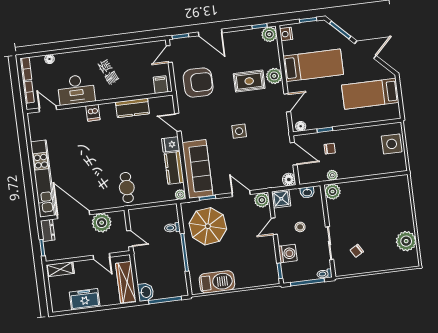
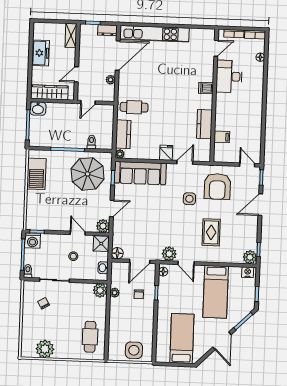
plant: (274, 76) -> (169, 254), moved
filing cabinet: (160, 85) -> (222, 137), moved
side table: (239, 131) -> (189, 199), moved
kitchen counter: (174, 168) -> (123, 134), moved, turned 90
cafe table: (385, 194) -> (90, 337), added
plant: (102, 223) -> (111, 80), width x0.53, depth x0.53
washing machine: (288, 254) -> (32, 241), moved

